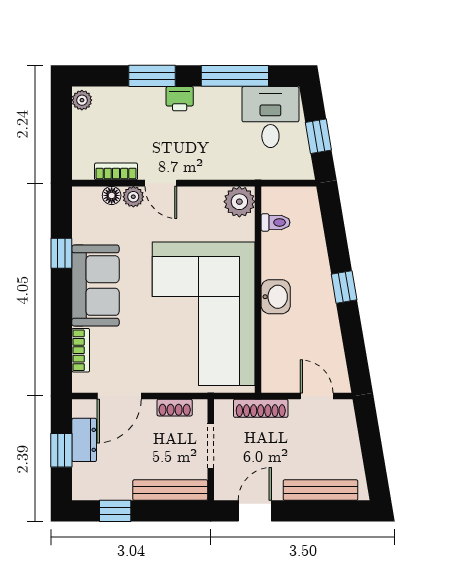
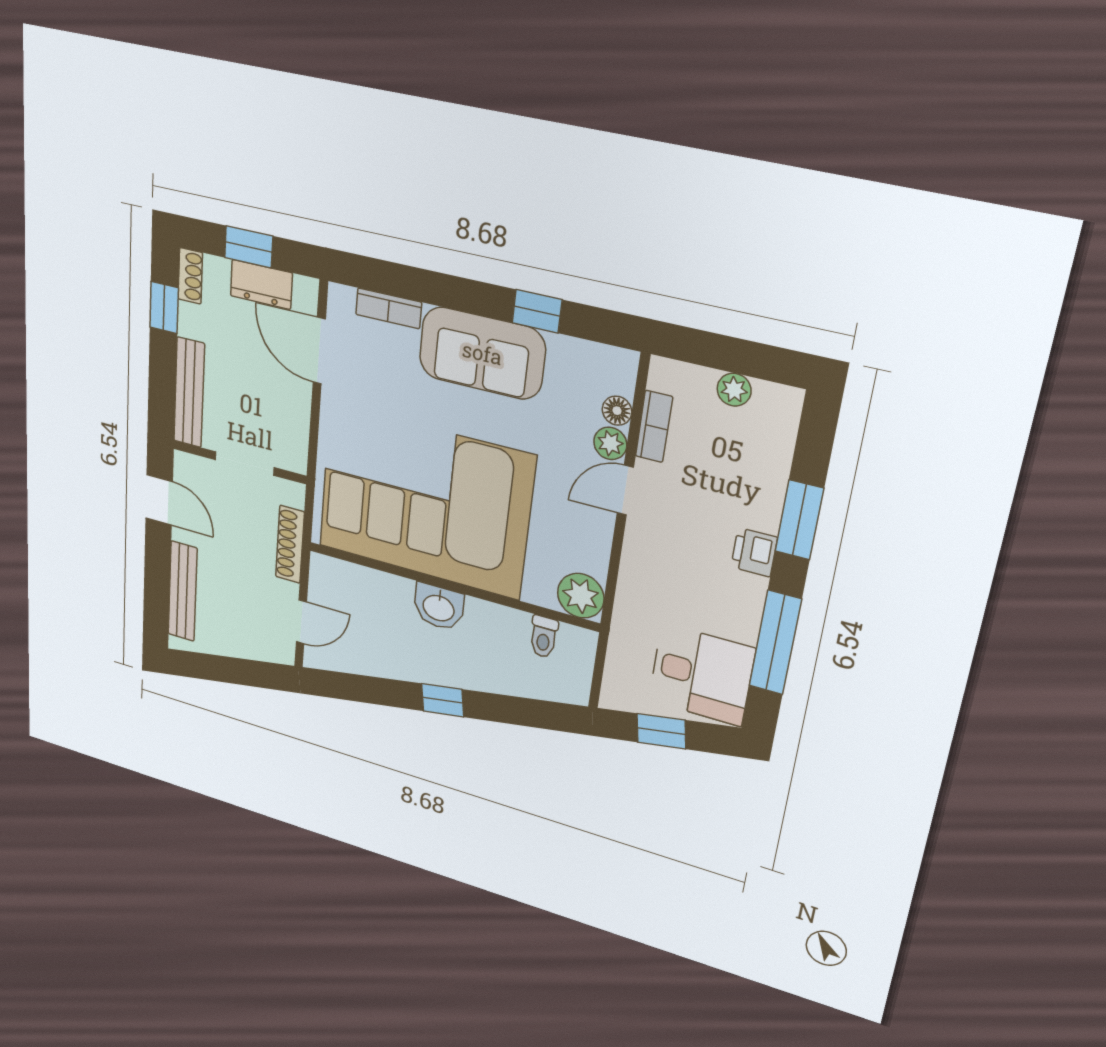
plant: (82, 100) -> (734, 390), moved
shoe rack: (175, 408) -> (190, 276), moved, turned 180

